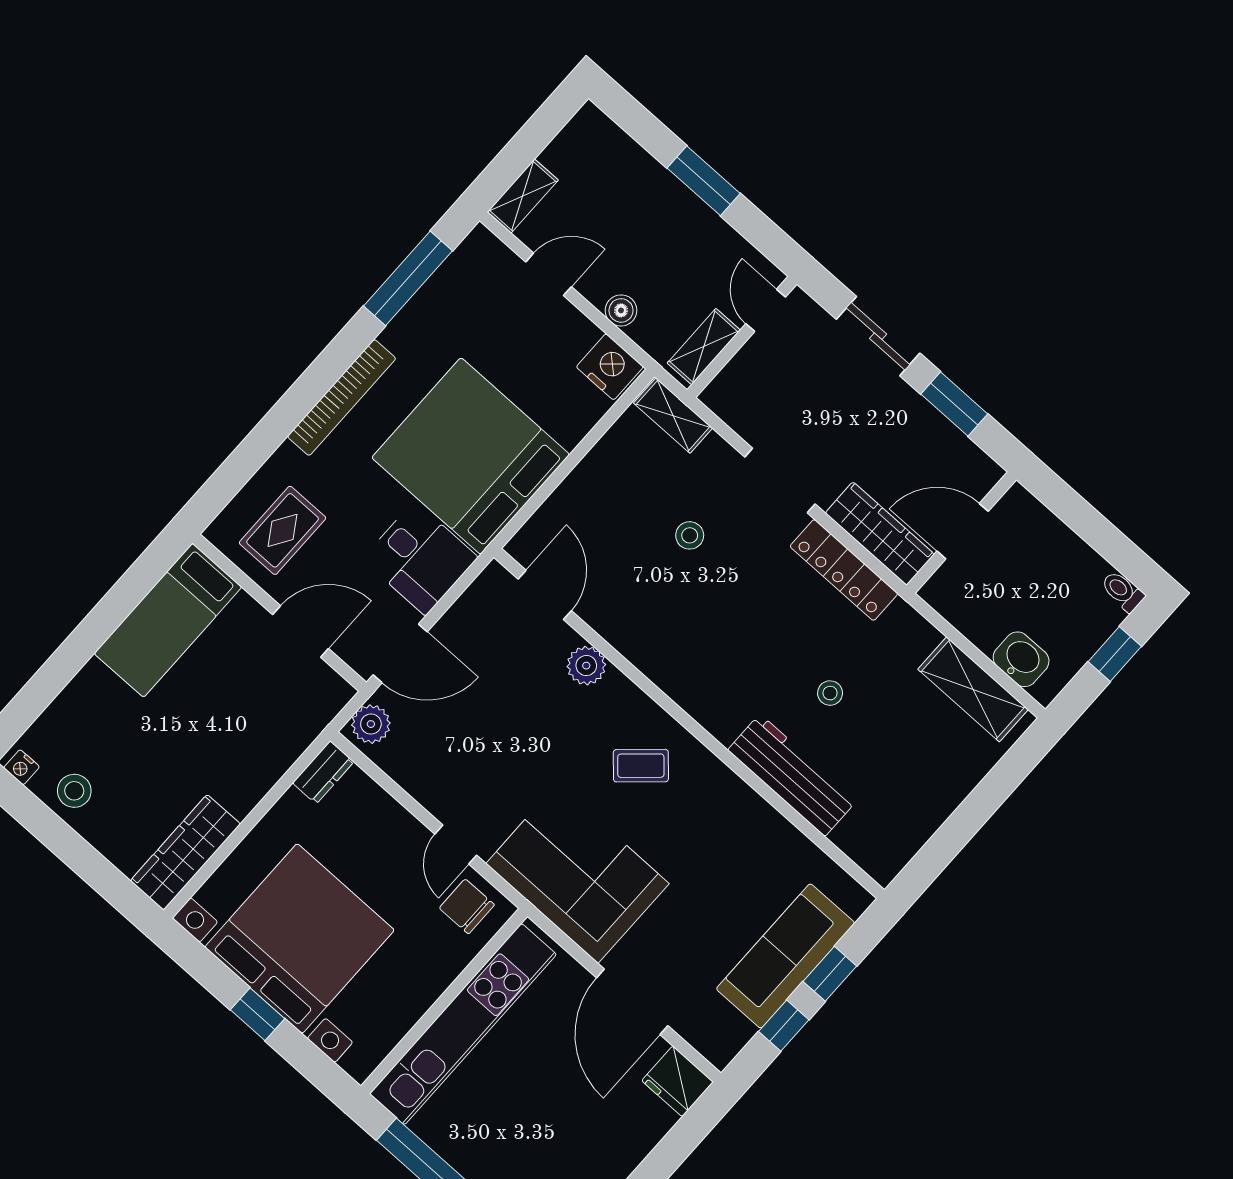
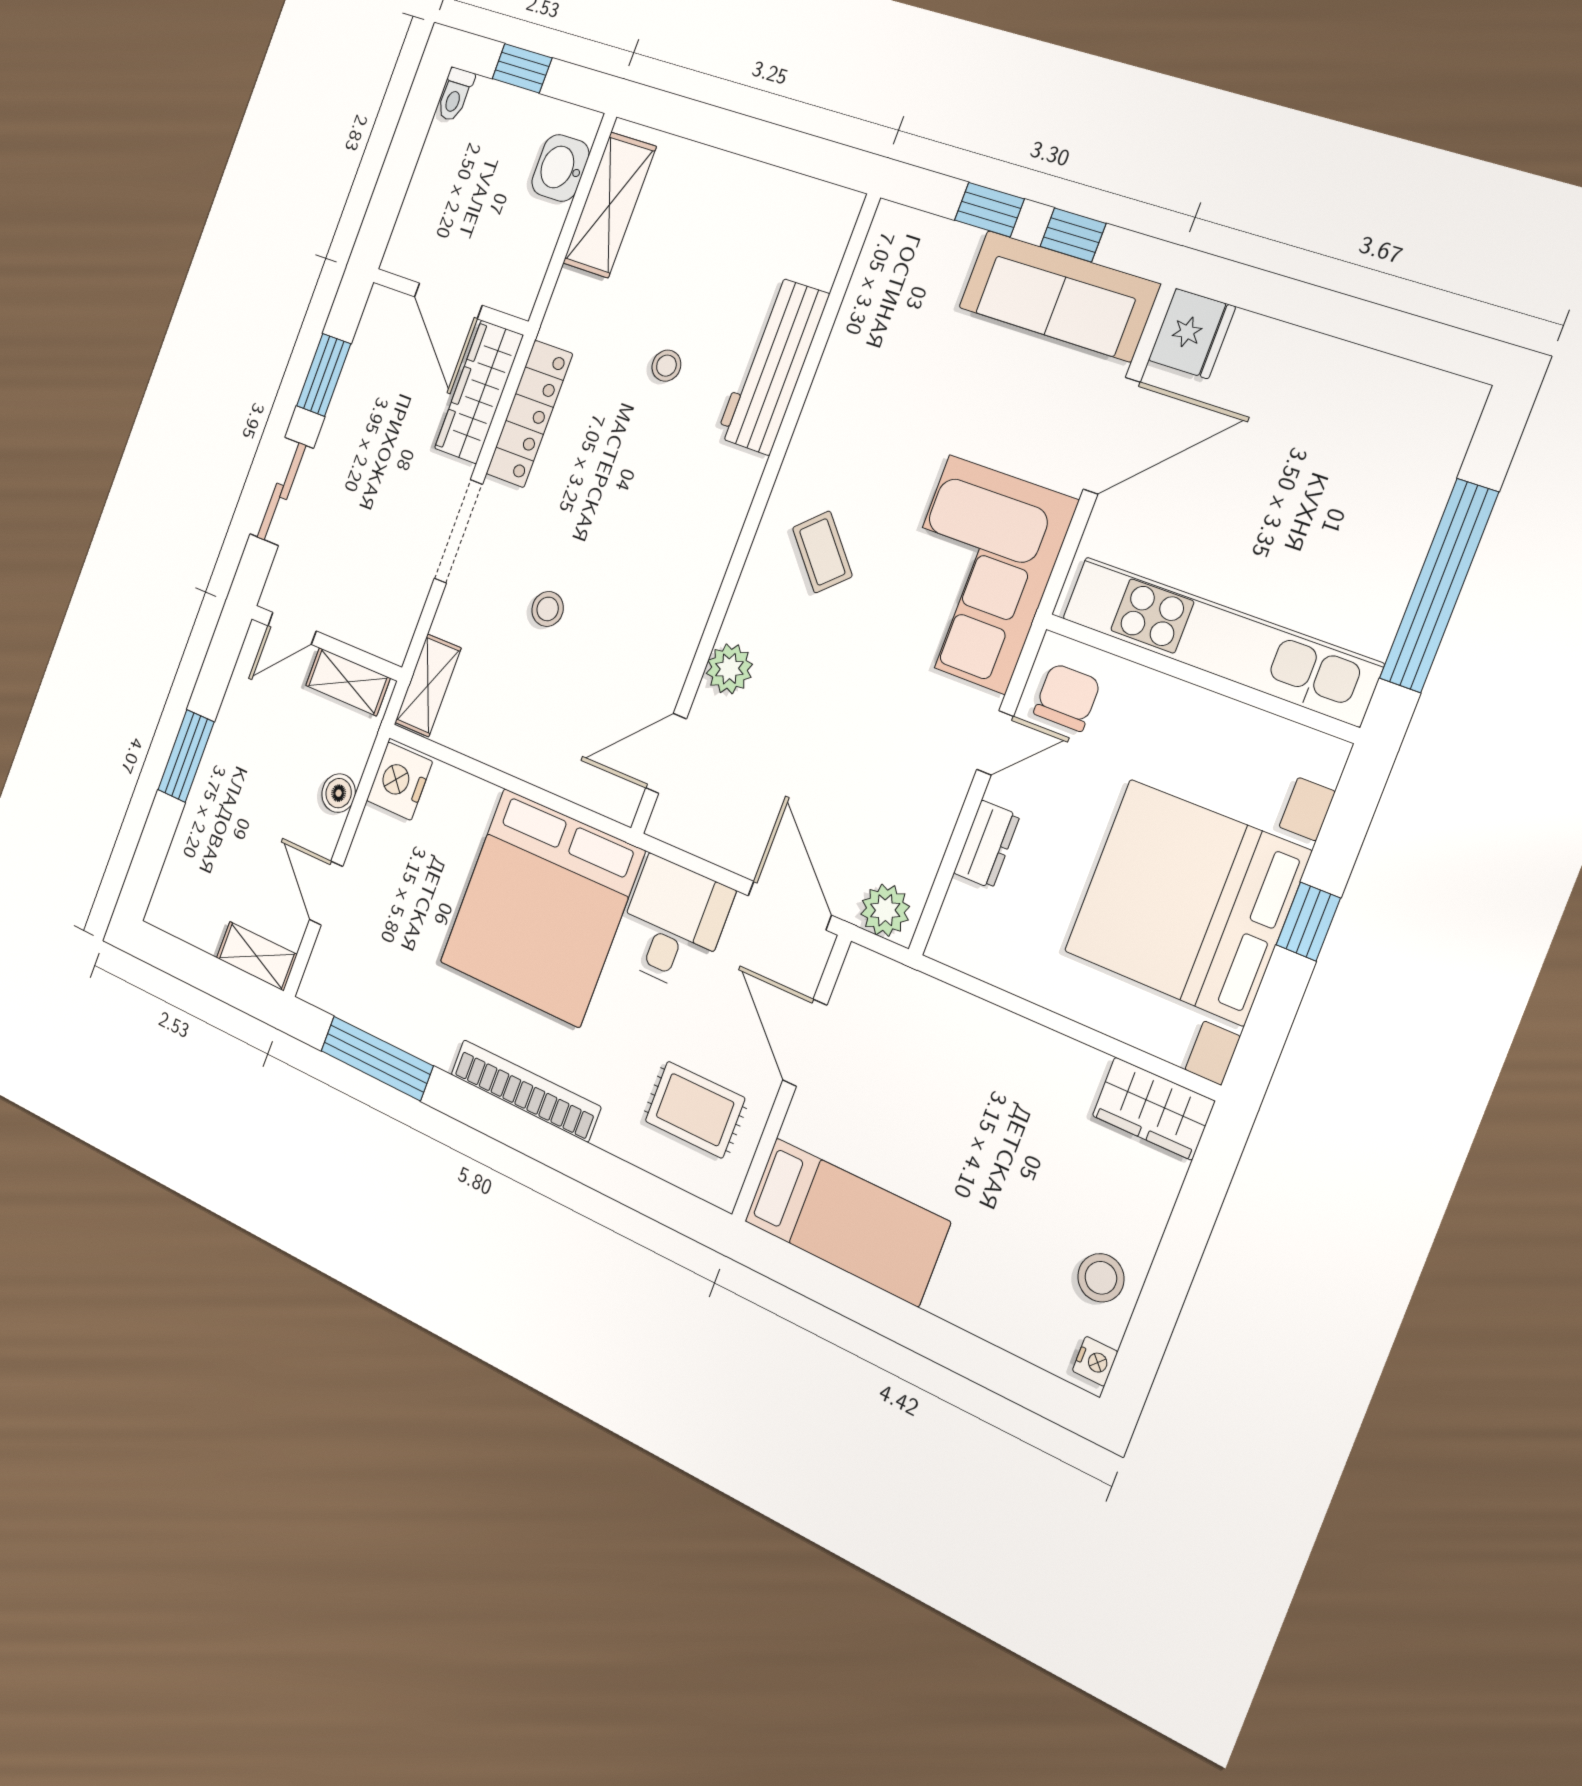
dresser: (323, 772) -> (987, 844), moved, turned 90
wardrobe: (185, 852) -> (1153, 1108), width x0.67
chair: (467, 906) -> (1067, 697), turned 180
sofa: (785, 956) -> (1059, 296), moved

